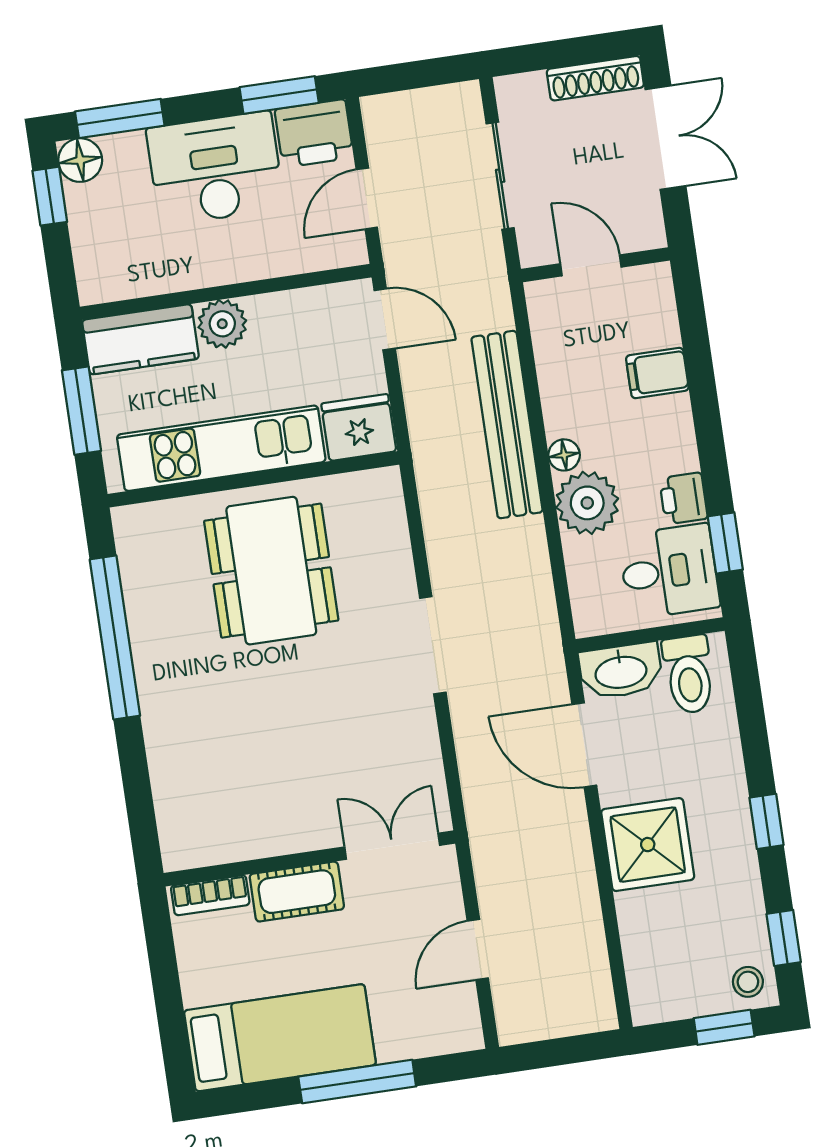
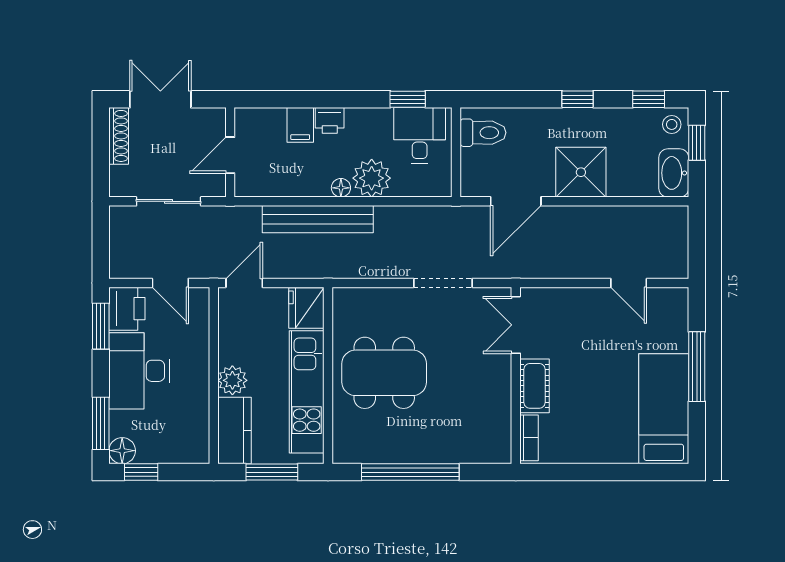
printer: (683, 498) -> (330, 120), moved
washbasin: (621, 671) -> (674, 173), moved, turned 180
double door: (392, 846) -> (516, 325), moved
wall: (309, 858) -> (516, 375), moved
cot: (297, 892) -> (535, 386), moved
bookcase: (210, 895) -> (529, 438), moved

